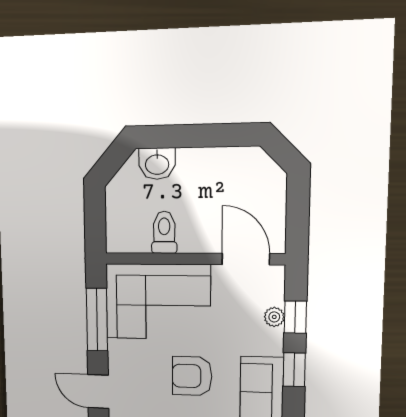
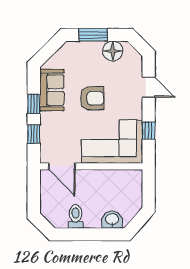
toilet: (164, 232) -> (76, 216), moved, turned 180
plant: (274, 317) -> (45, 134), removed
window: (97, 320) -> (149, 130), width x0.46

